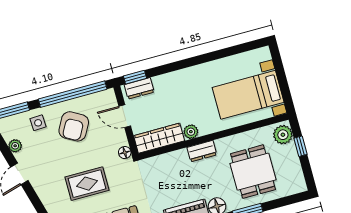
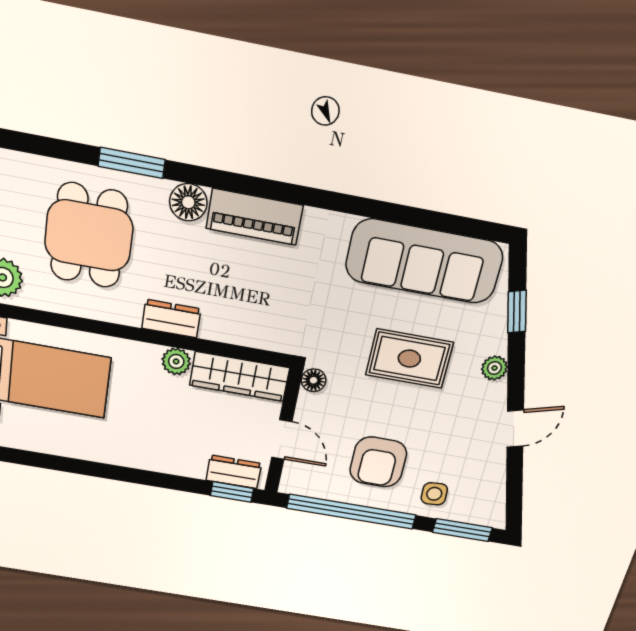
armchair: (74, 126) -> (378, 462), turned 151
plant: (15, 146) -> (494, 368), moved

